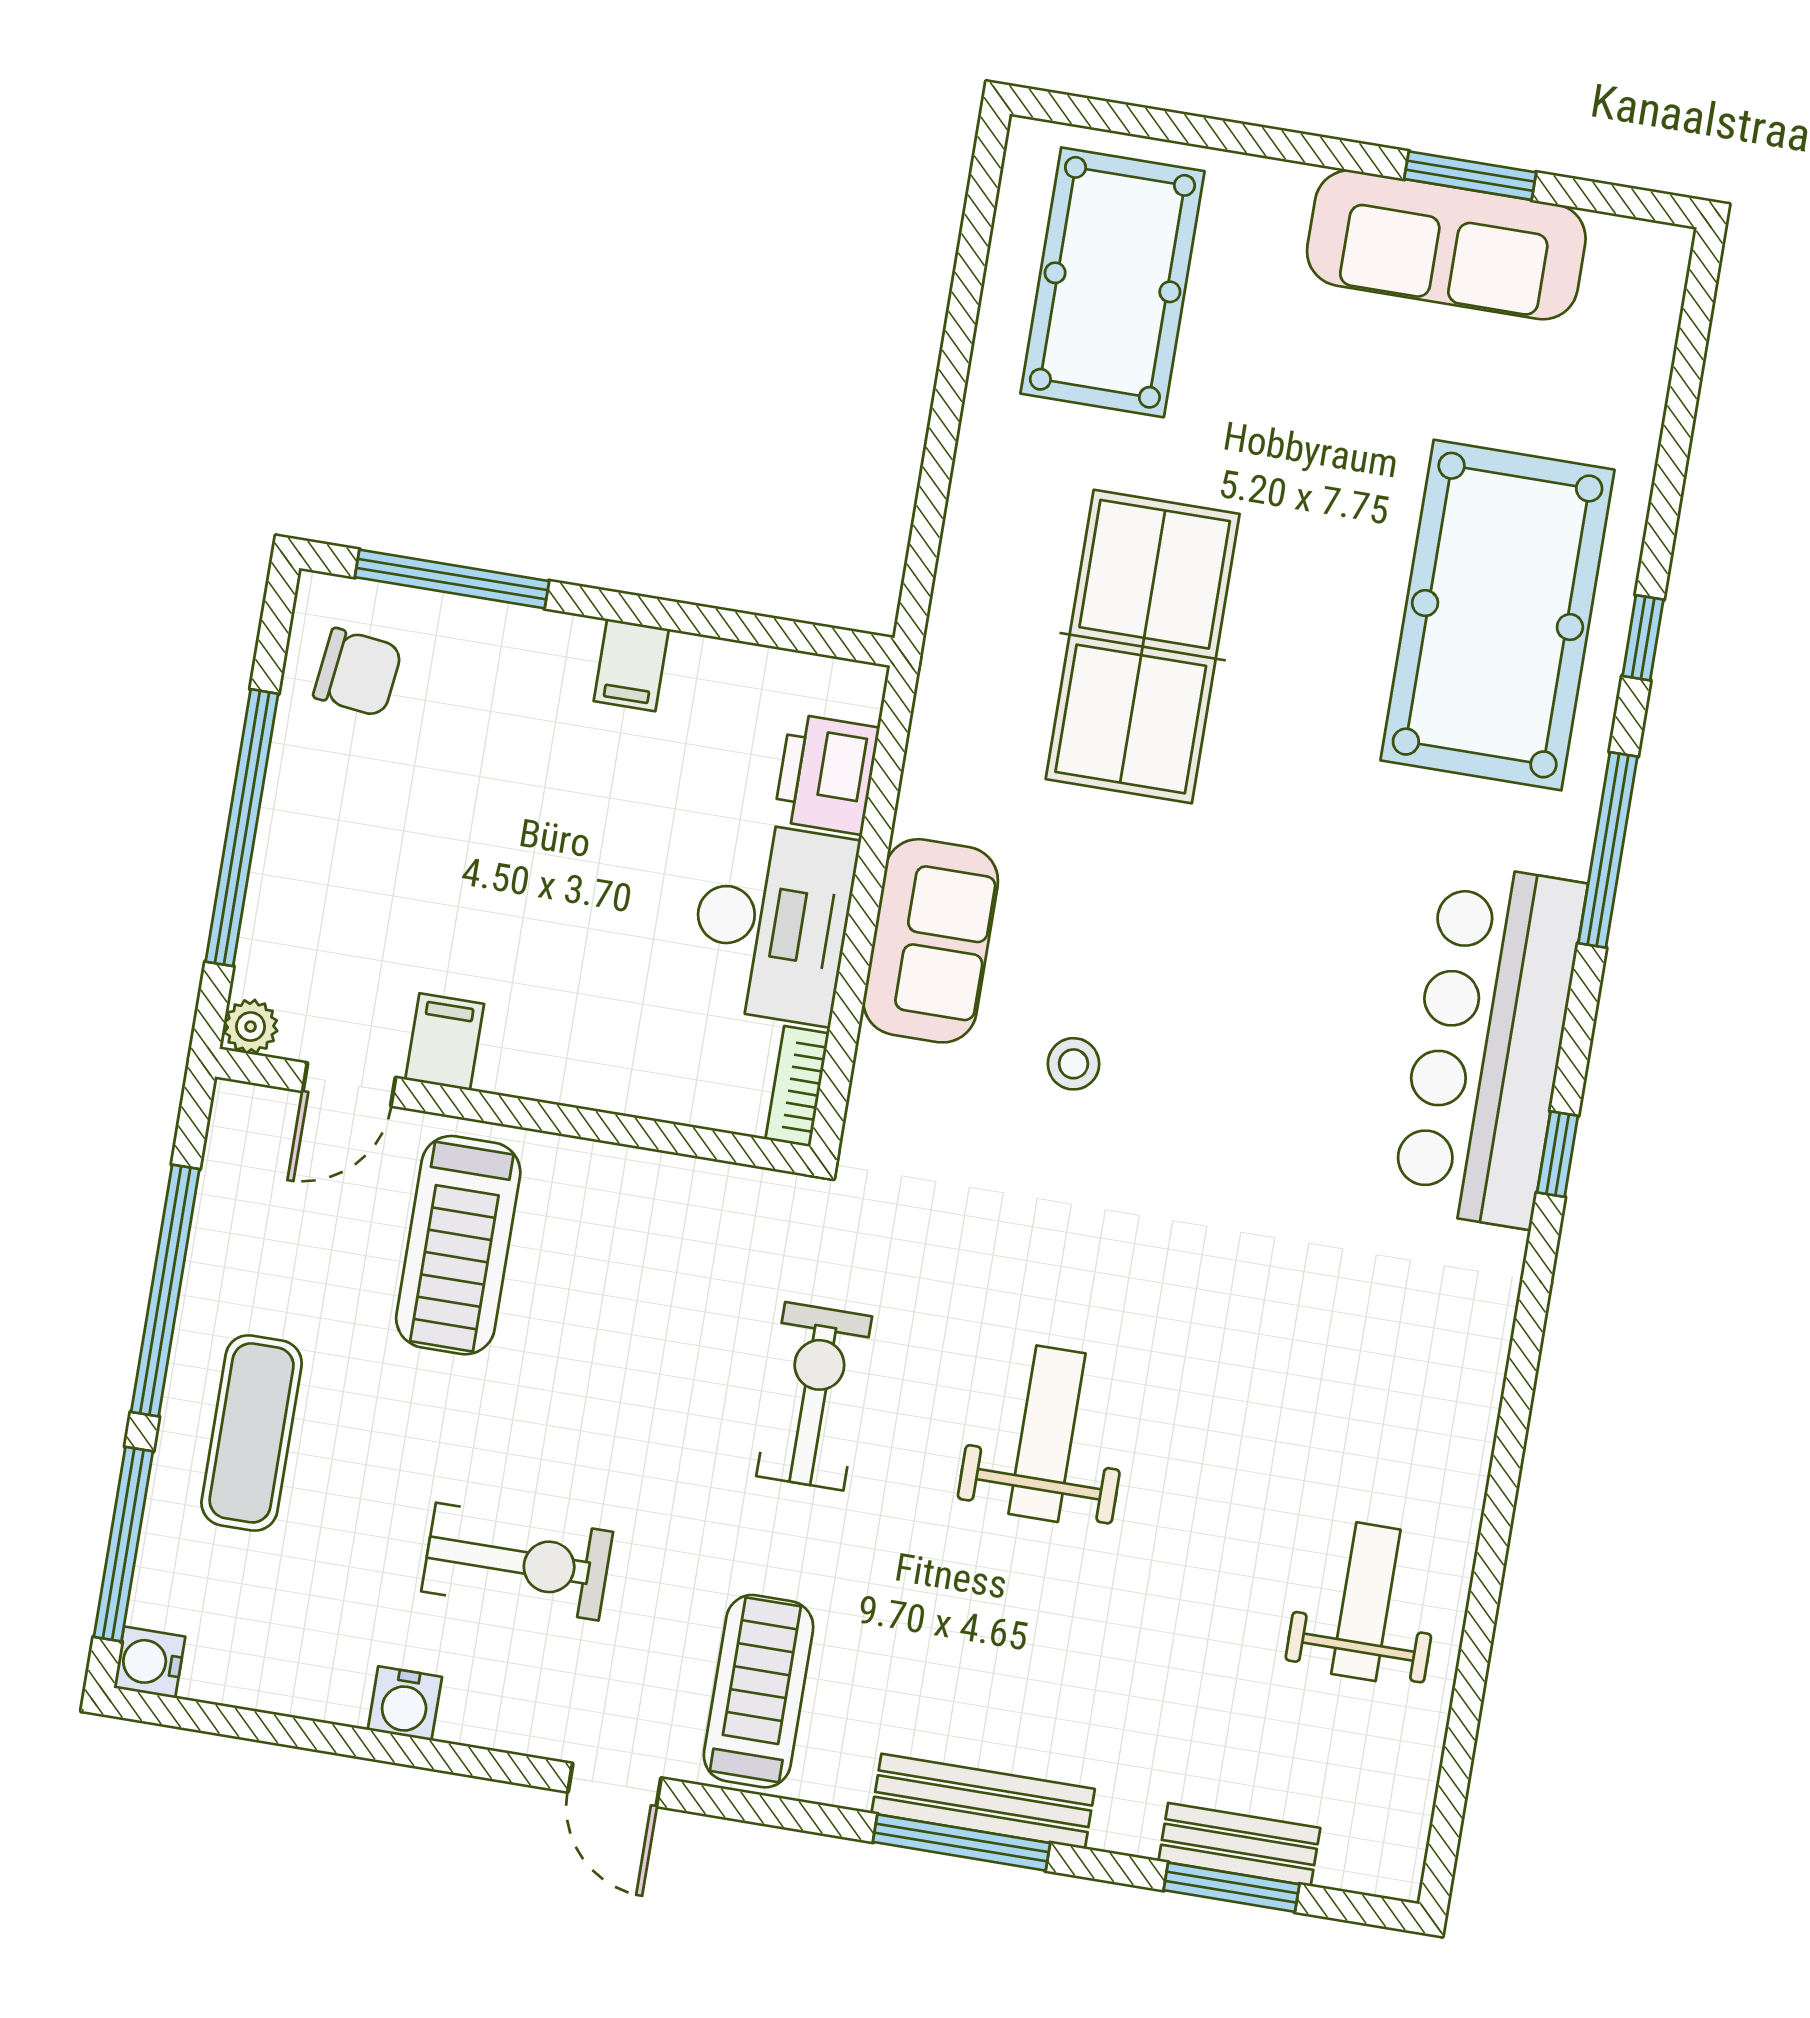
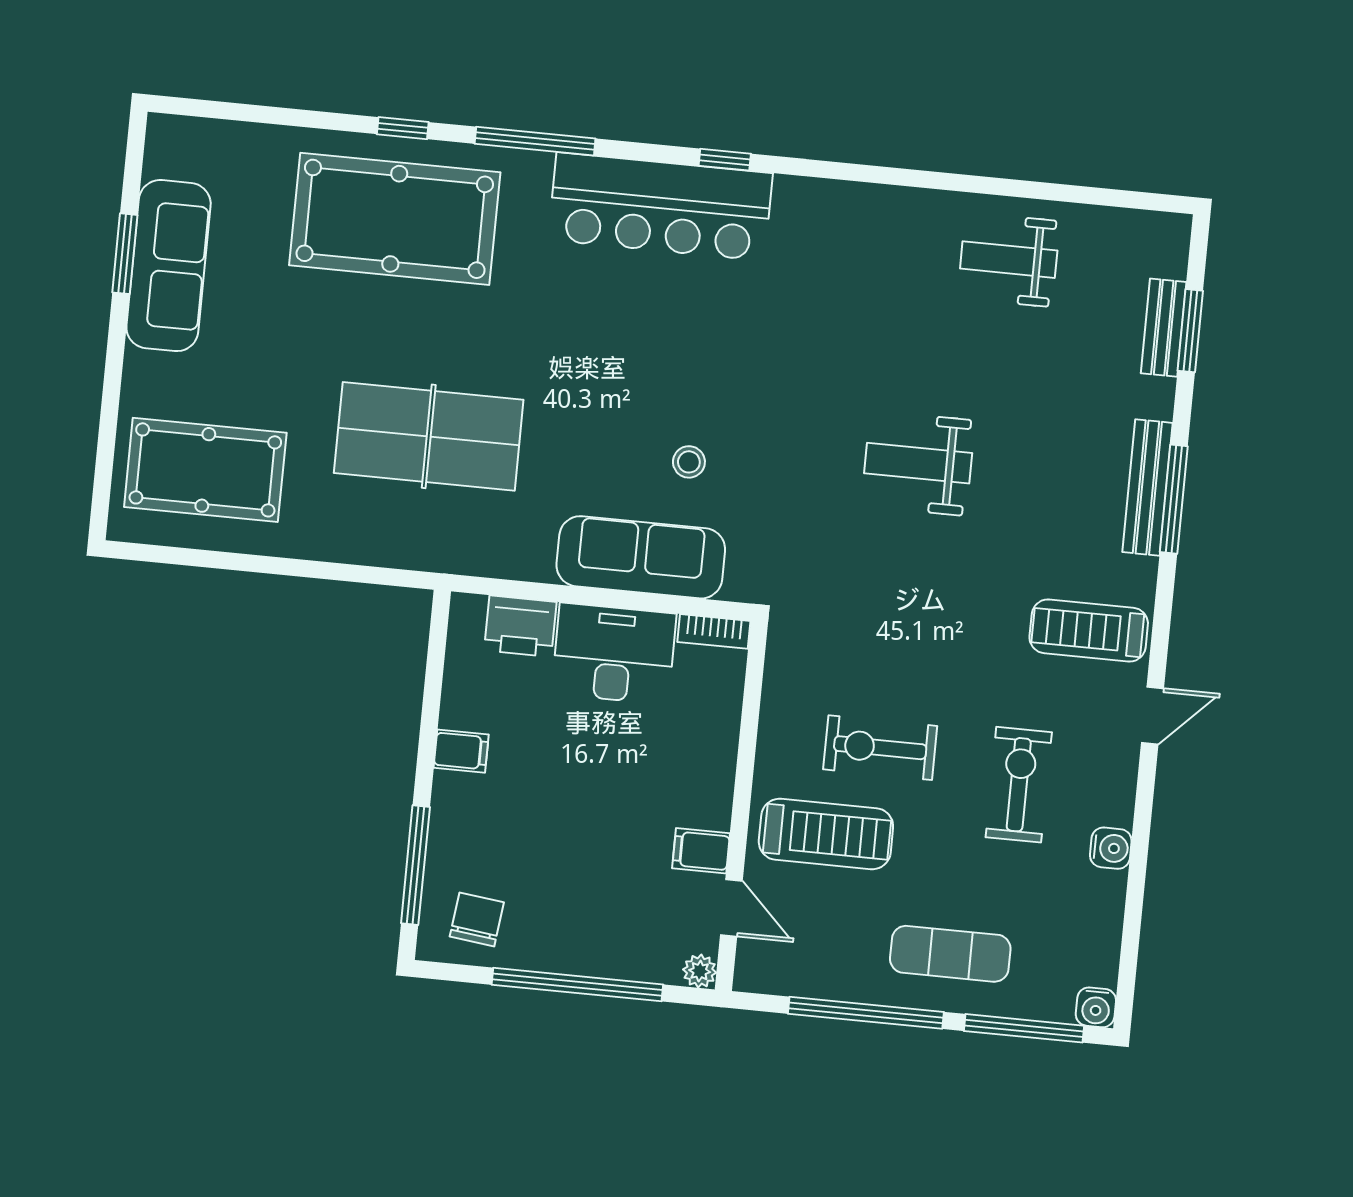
sofa: (931, 941) -> (641, 557), width x1.36
exercise bike: (814, 1396) -> (880, 748), moved

